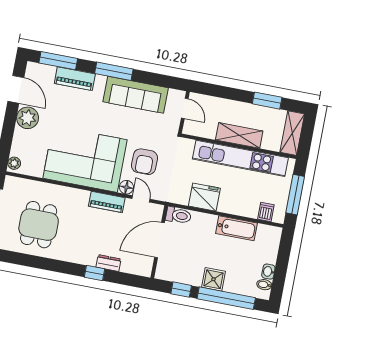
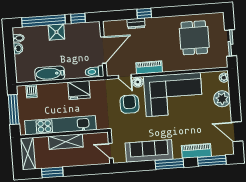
plant: (28, 118) -> (222, 99), moved

